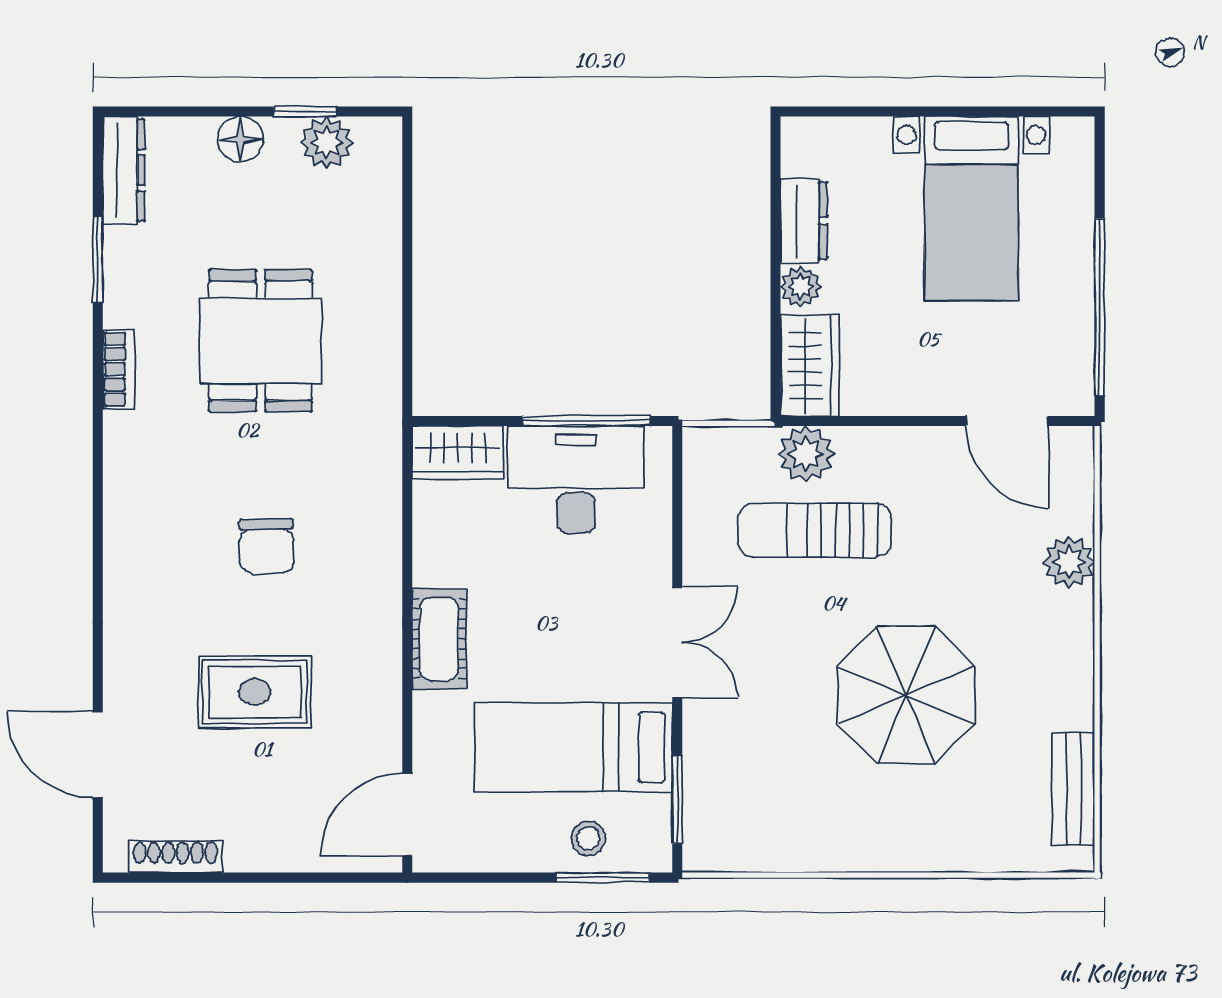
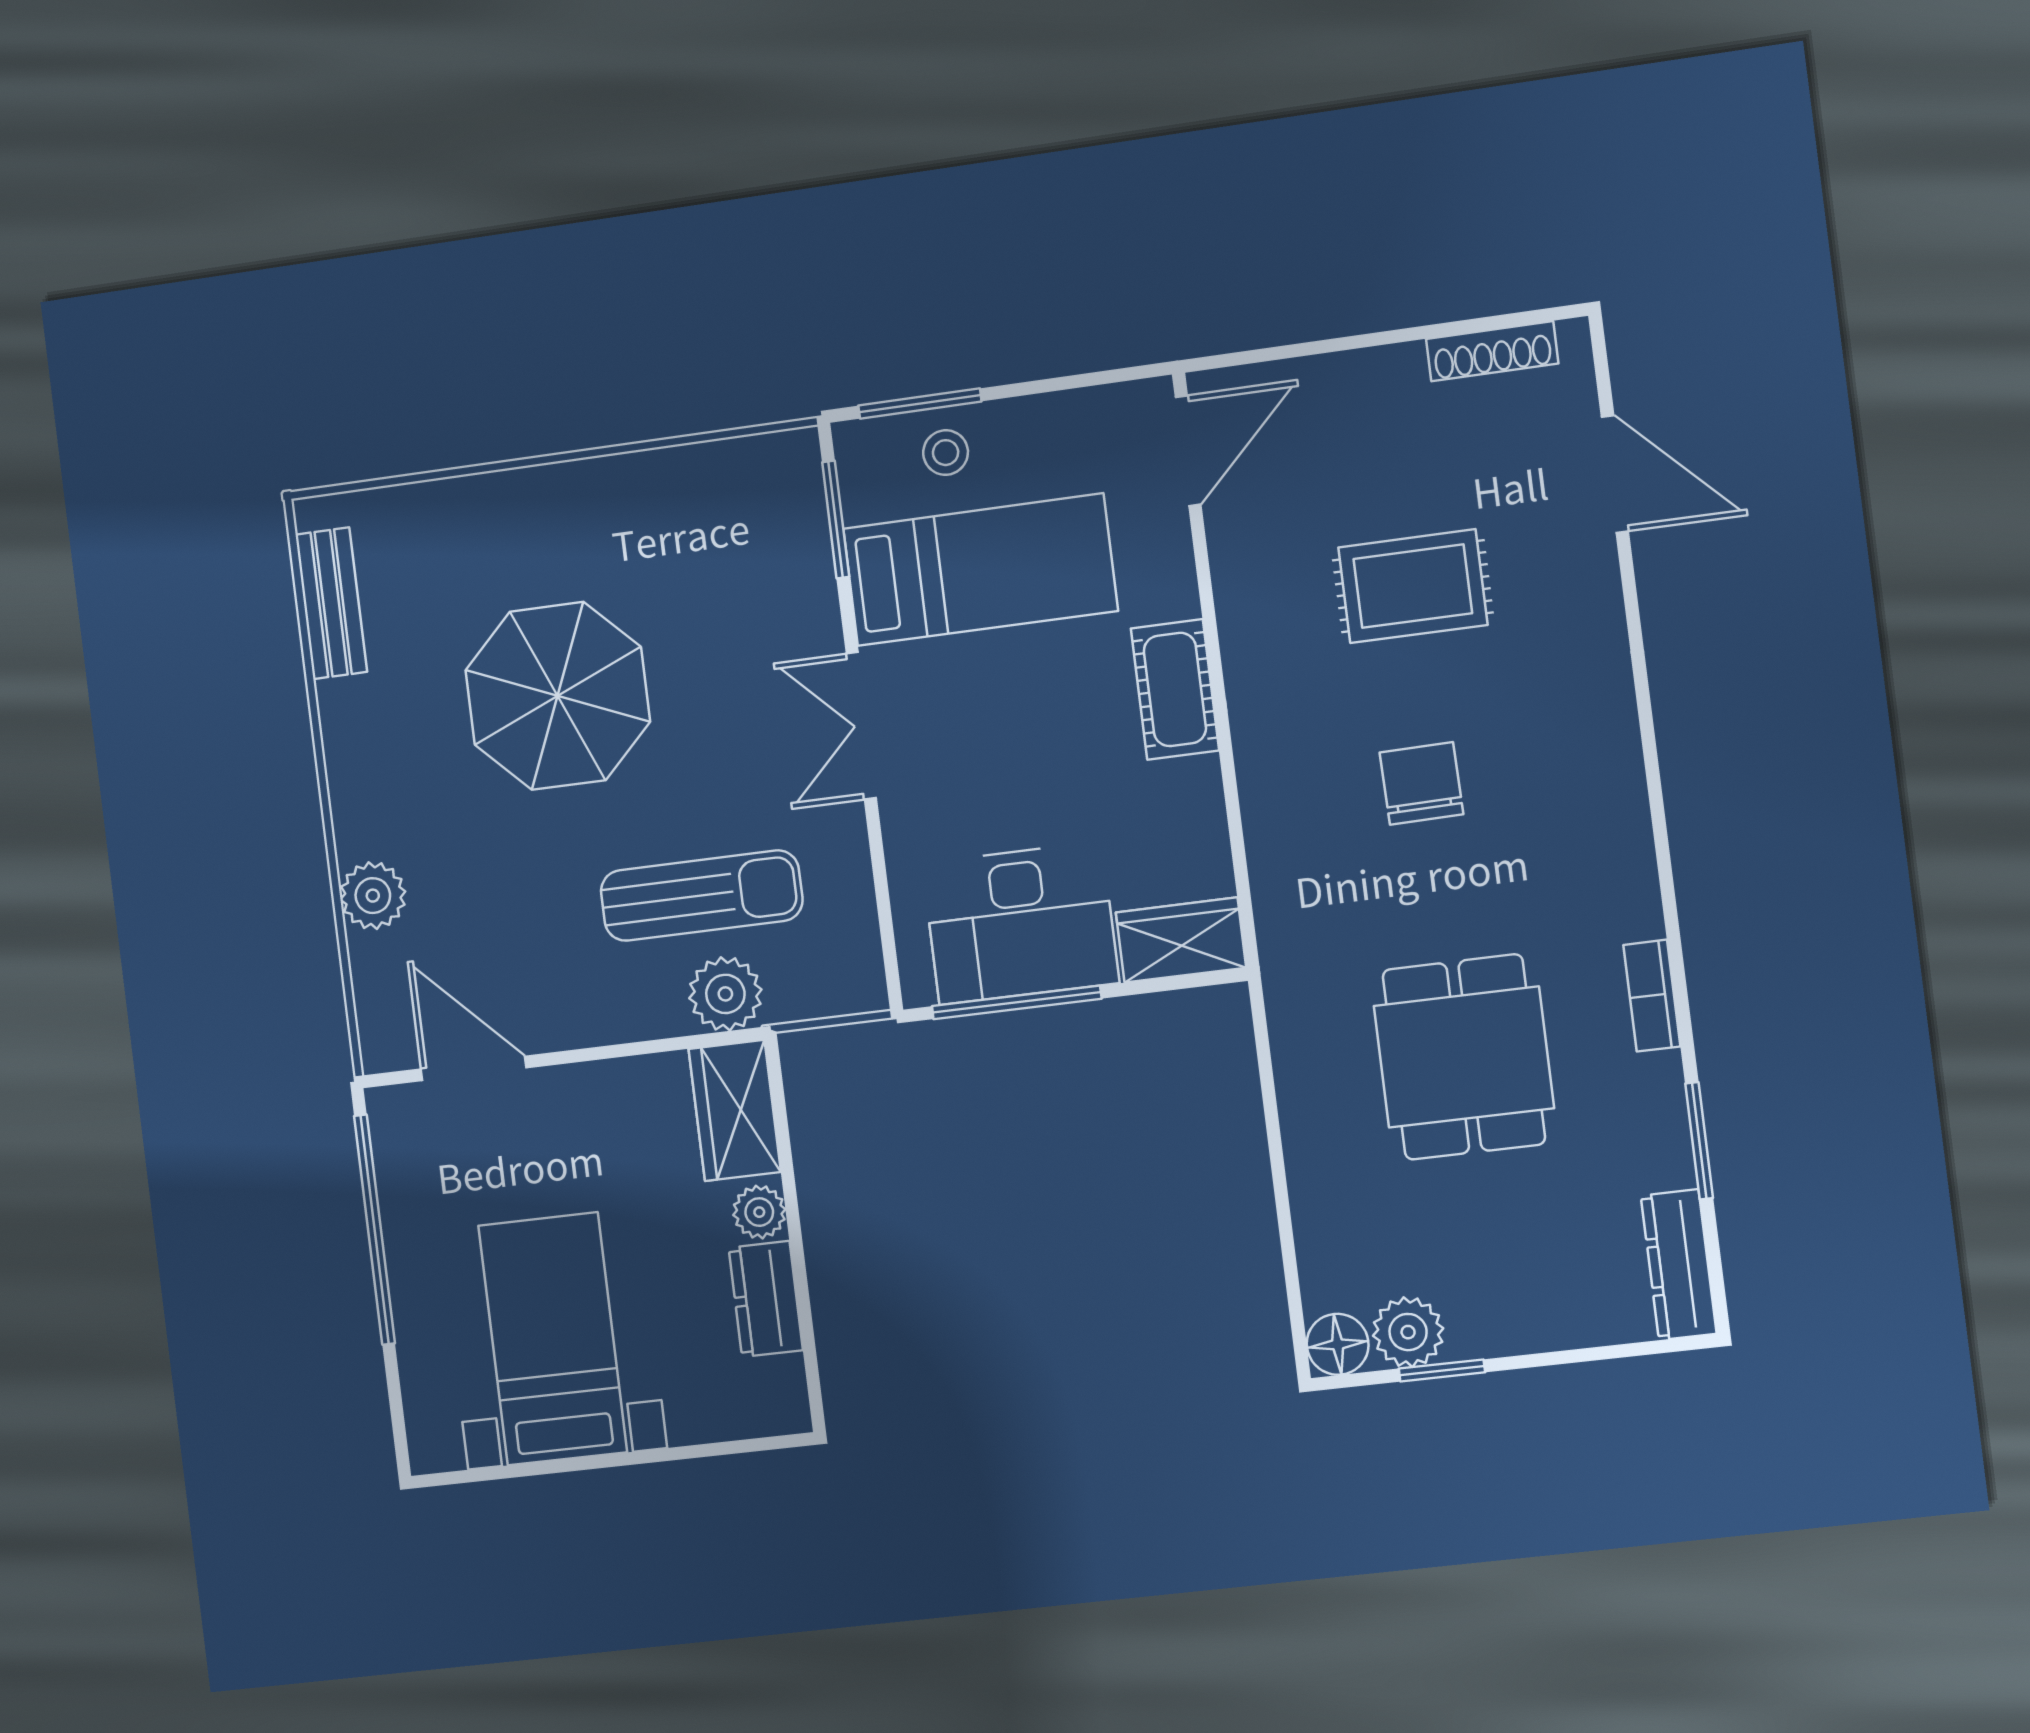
floor lamp: (240, 139) -> (1338, 1344), moved

